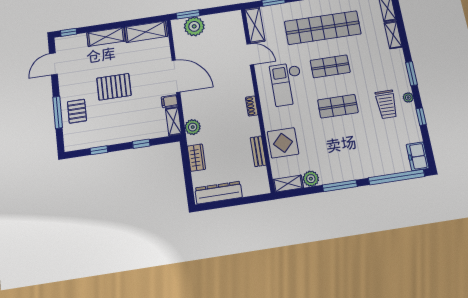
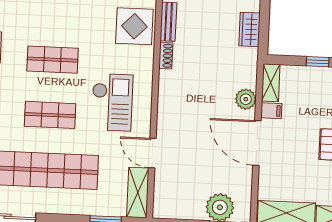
shoe rack: (252, 106) -> (166, 56), moved
plant: (193, 127) -> (246, 99), moved

